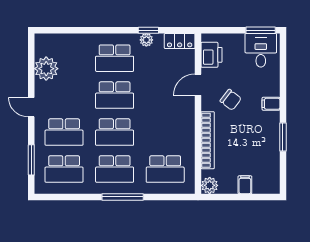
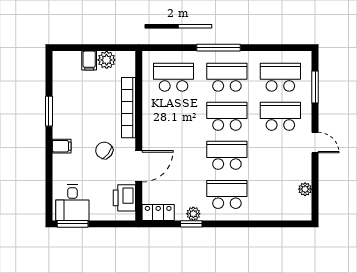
plant: (46, 69) -> (305, 189), width x0.53, depth x0.53
door: (198, 85) -> (139, 166), width x1.38
plant: (210, 185) -> (107, 60), moved

